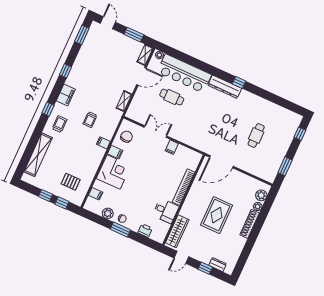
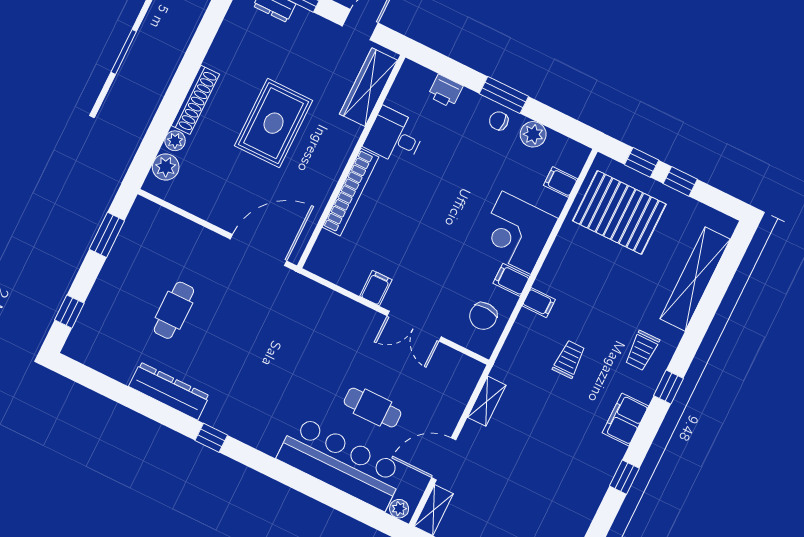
dresser: (225, 87) -> (169, 391), moved
pallet: (71, 182) -> (619, 212), width x2.05, depth x2.00

